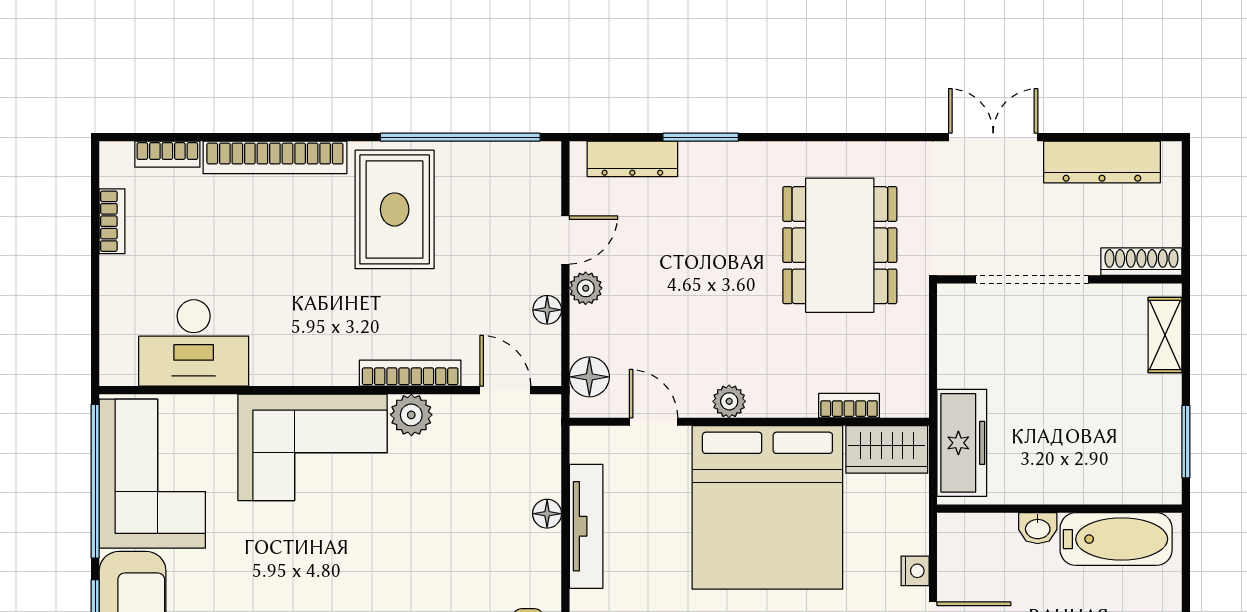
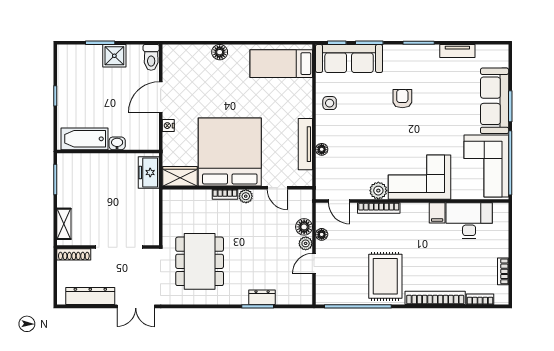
dresser: (632, 159) -> (262, 297), moved, width x0.70
filing cabinet: (270, 362) -> (437, 213), added
floor lamp: (589, 377) -> (304, 227), moved
bookcase: (849, 406) -> (225, 194), moved
freezer: (962, 443) -> (149, 173), width x0.71

